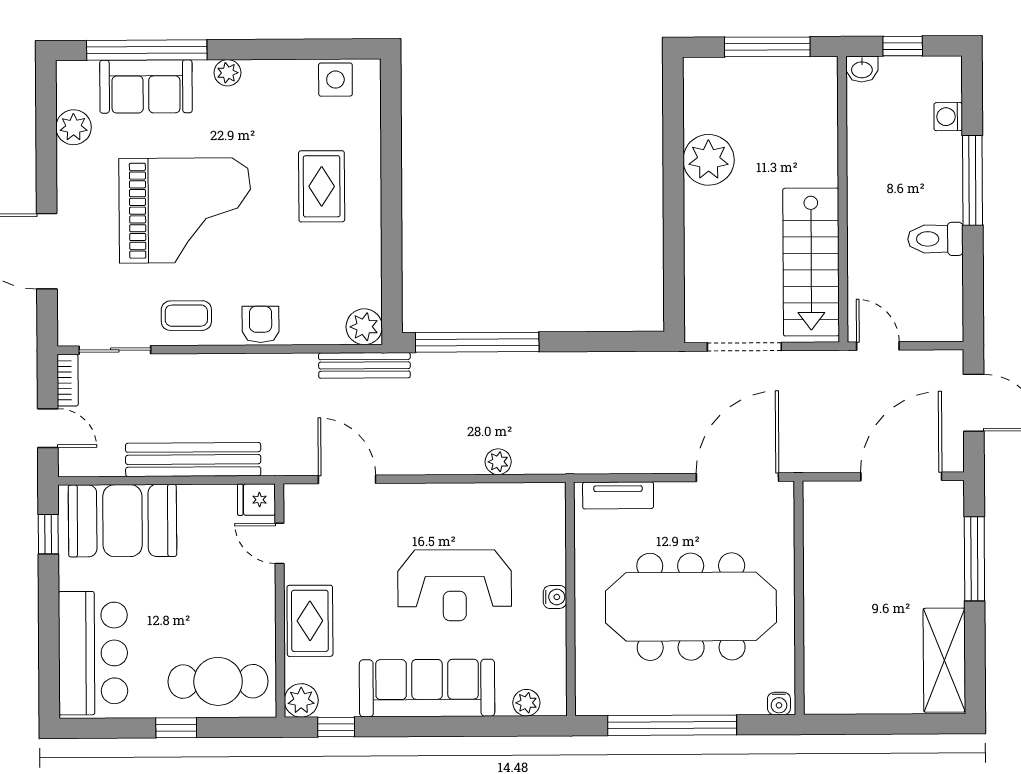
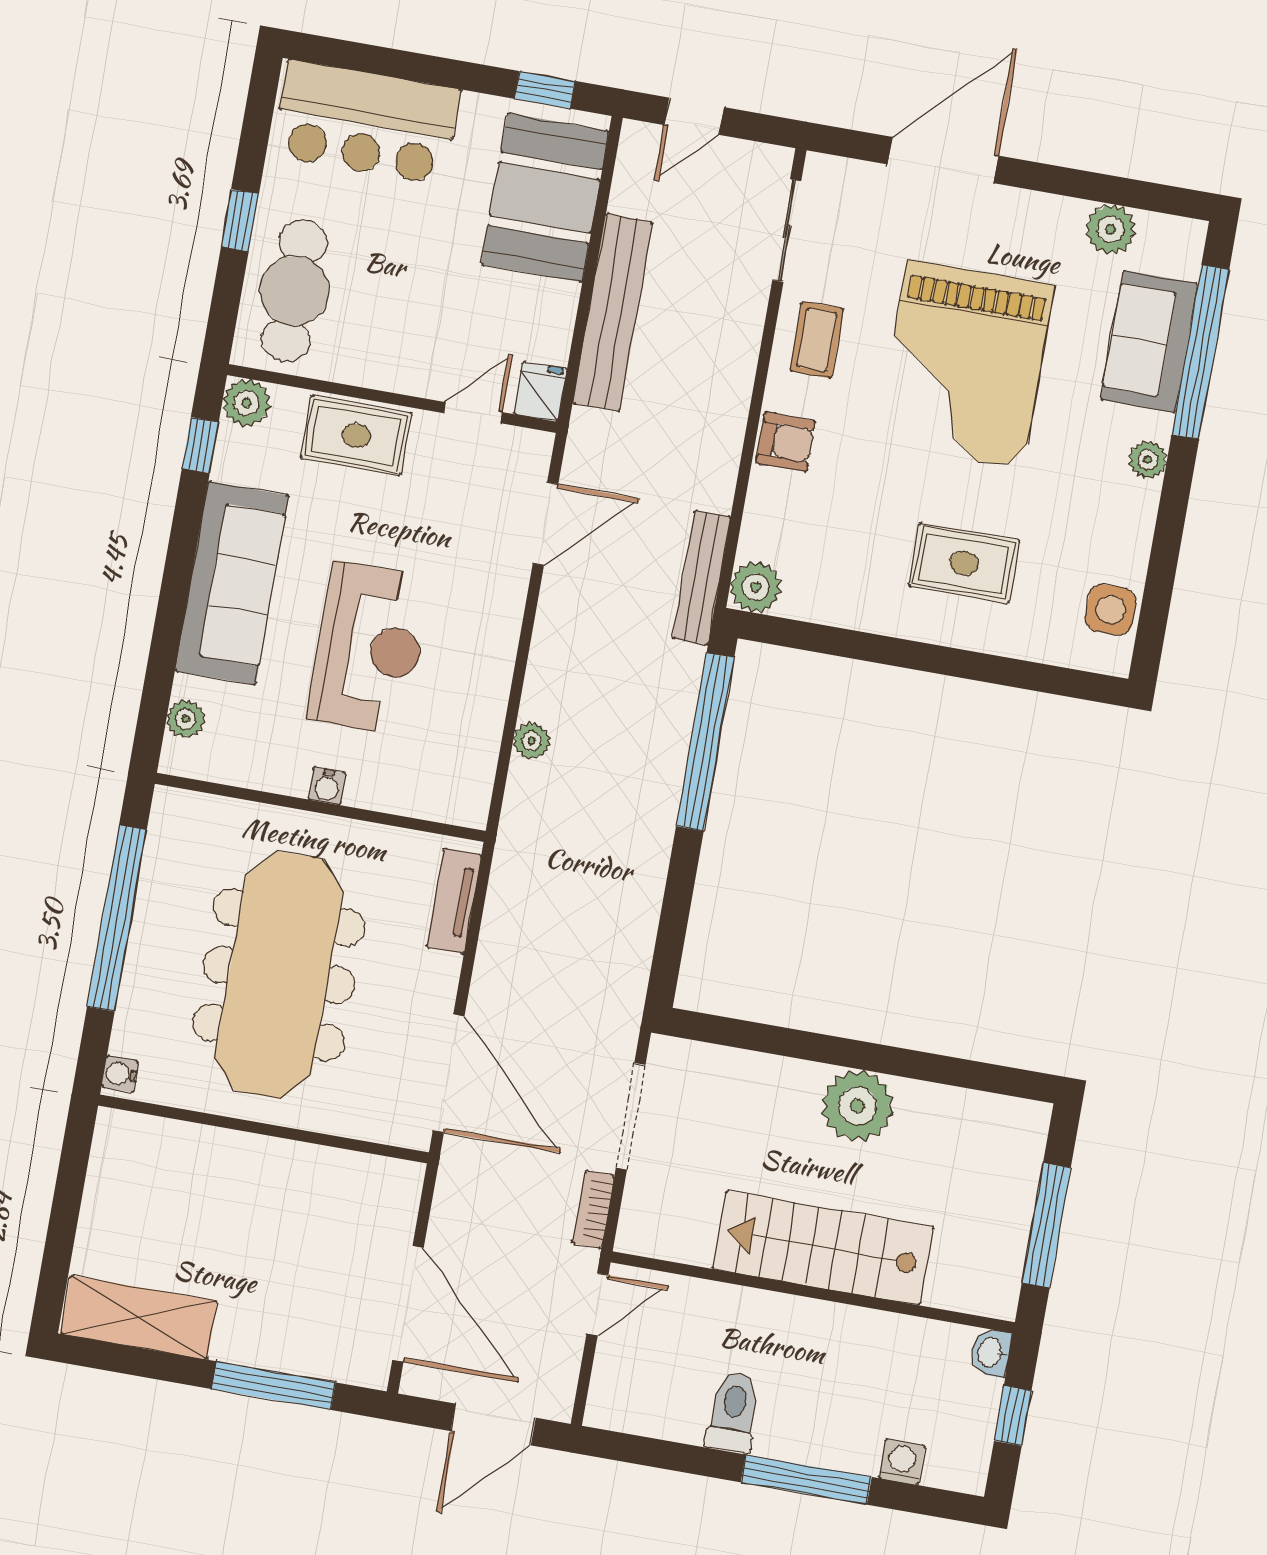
plant: (709, 160) -> (858, 1106), moved
stairs: (811, 262) -> (823, 1248), moved
bookcase: (68, 380) -> (593, 1209), moved, turned 90
reception desk: (455, 585) -> (369, 648), turned 180

